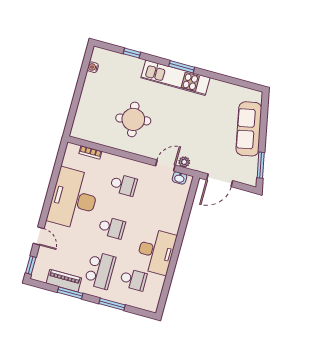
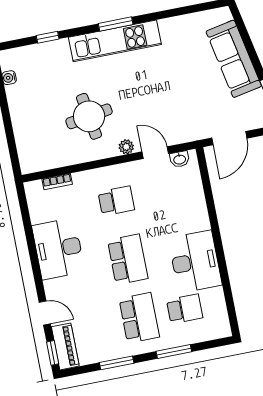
plant: (184, 162) -> (126, 147), moved
door: (165, 166) -> (155, 153), hinge flipped
desk: (74, 199) -> (58, 249), width x0.73, depth x0.77
school desk: (112, 228) -> (128, 259), width x1.85
piano: (64, 281) -> (65, 346), moved, turned 90

